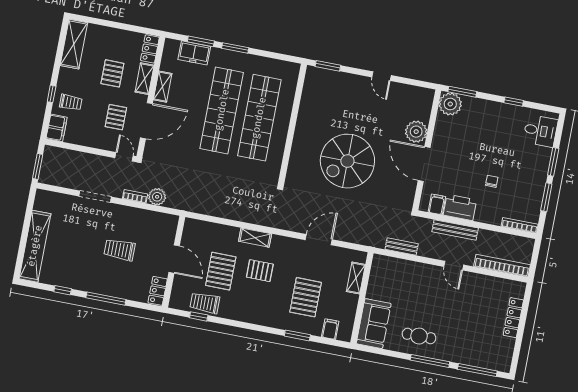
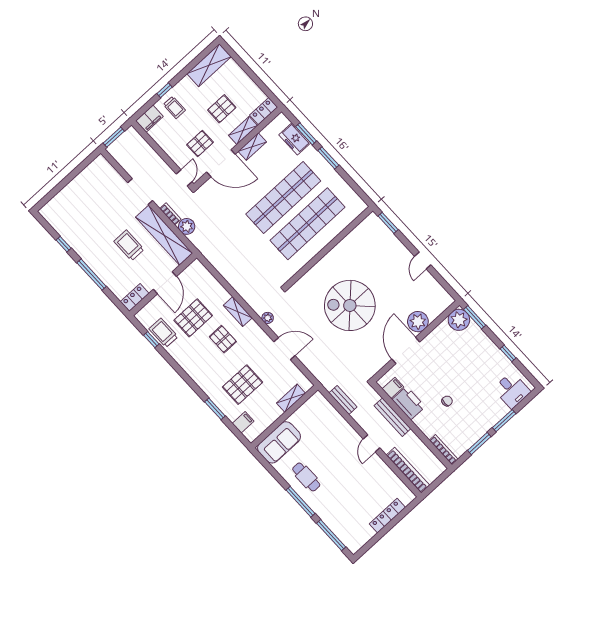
plant: (285, 224) -> (268, 318), added
shelving: (35, 246) -> (164, 235), moved, turned 90

